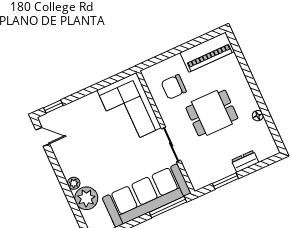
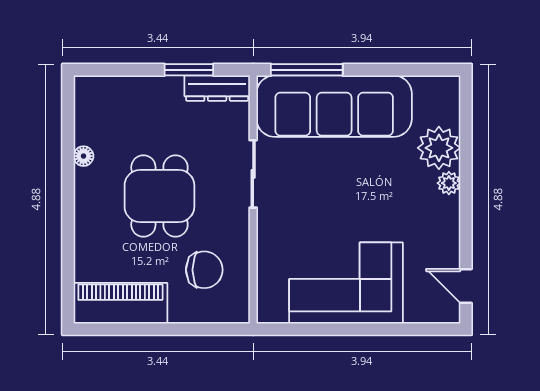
window: (53, 107) -> (424, 329), removed
corner sofa: (129, 109) -> (346, 283), moved, turned -90
dining table: (212, 113) -> (159, 196), turned 90
dresser: (245, 161) -> (217, 88), moved, width x1.44

